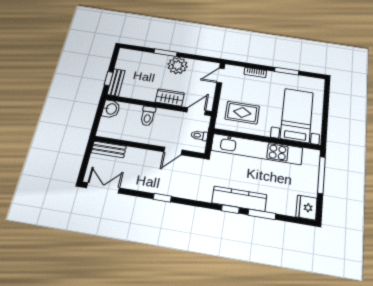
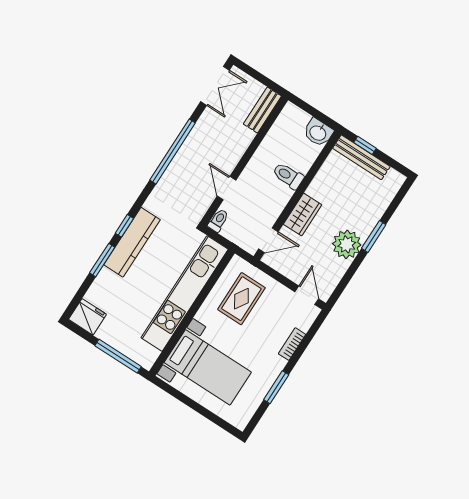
bench: (116, 82) -> (361, 157), width x1.36
door: (196, 111) -> (268, 240), hinge flipped
toilet: (199, 136) -> (218, 220), moved
window: (162, 198) -> (173, 151), width x3.17

